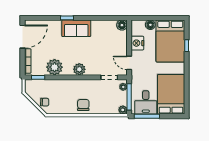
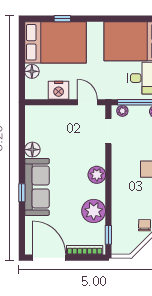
floor lamp: (122, 25) -> (32, 150), moved
sofa: (76, 28) -> (37, 187), width x1.36
door: (129, 63) -> (87, 102), swing flipped

